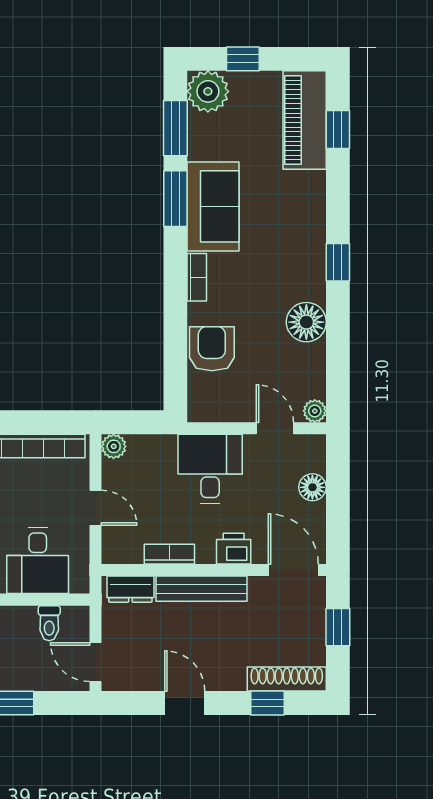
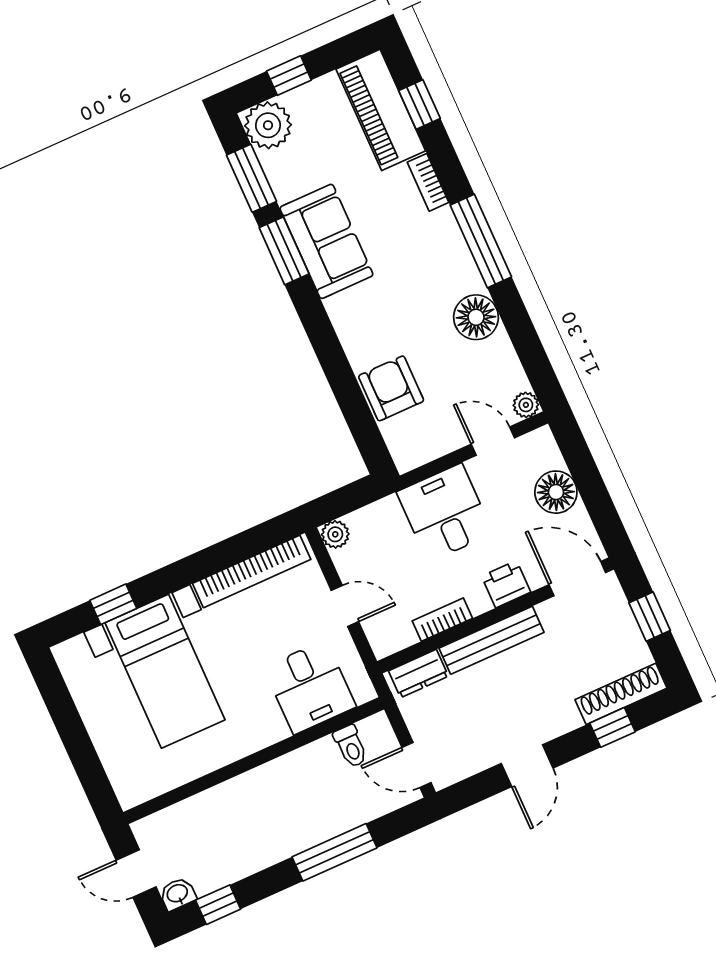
window: (338, 262) -> (481, 241), width x2.17
bookcase: (197, 277) -> (428, 182), moved, turned 180
floor lamp: (312, 487) -> (556, 492), width x1.38, depth x1.38
door: (185, 703) -> (527, 766), swing flipped

